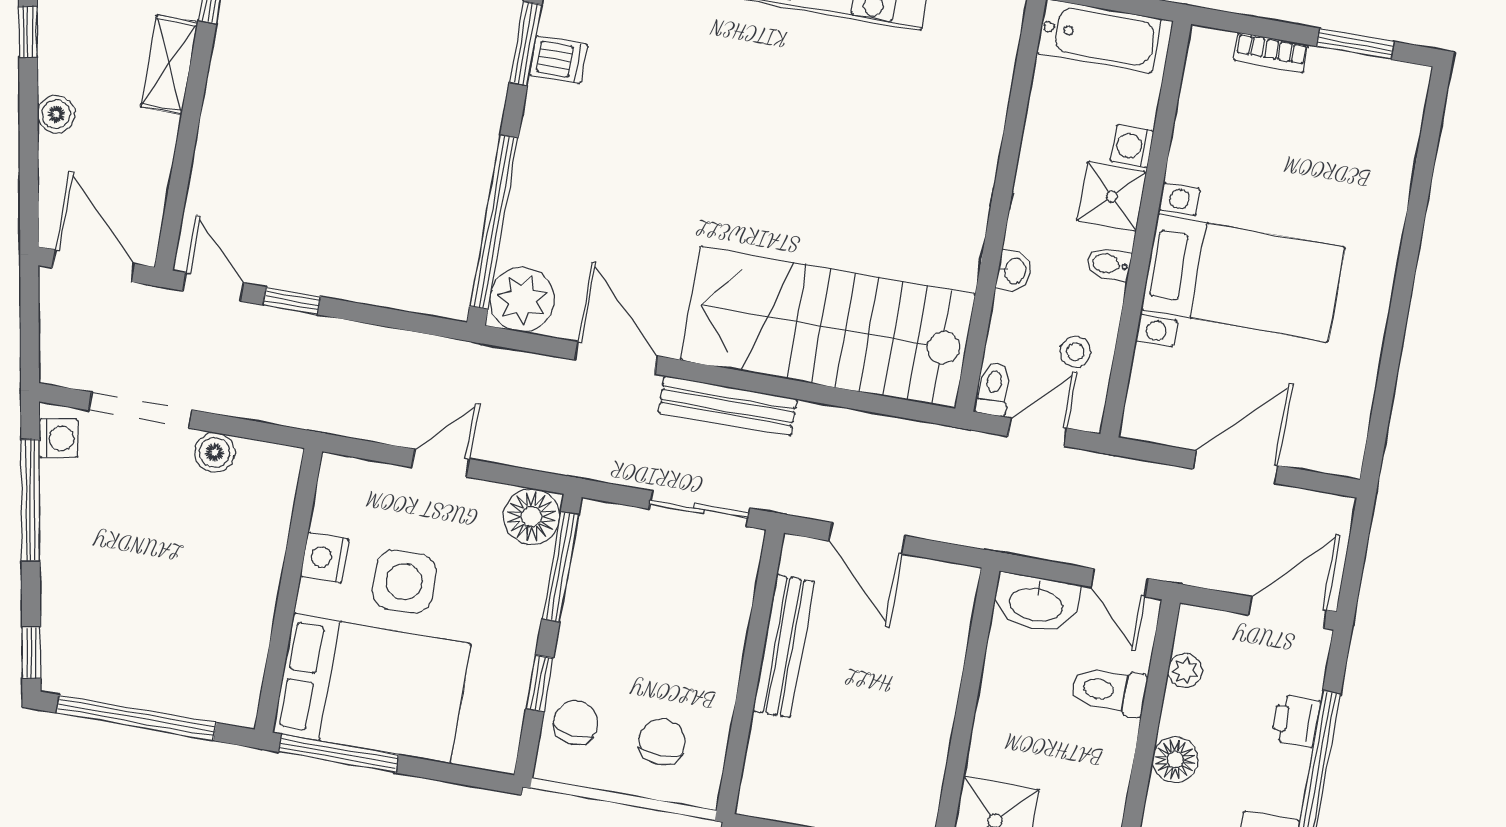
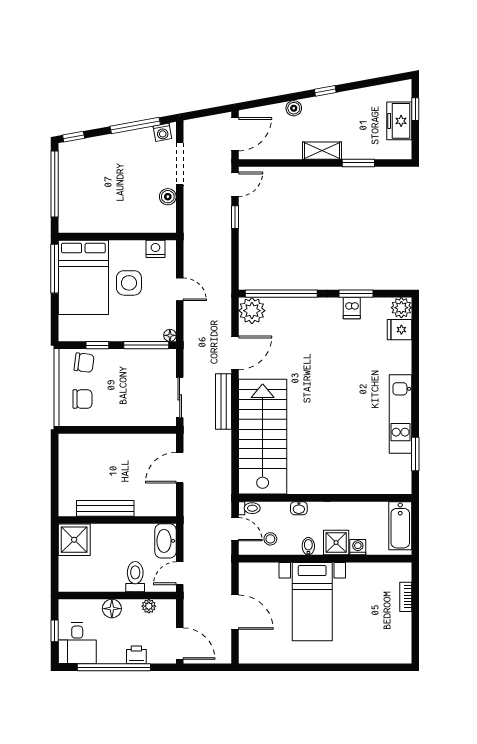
window: (1355, 44) -> (415, 630), removed
floor lamp: (531, 517) -> (170, 335), width x0.53, depth x0.53
nightstand: (325, 558) -> (155, 249), moved
bench: (784, 646) -> (105, 508), moved

